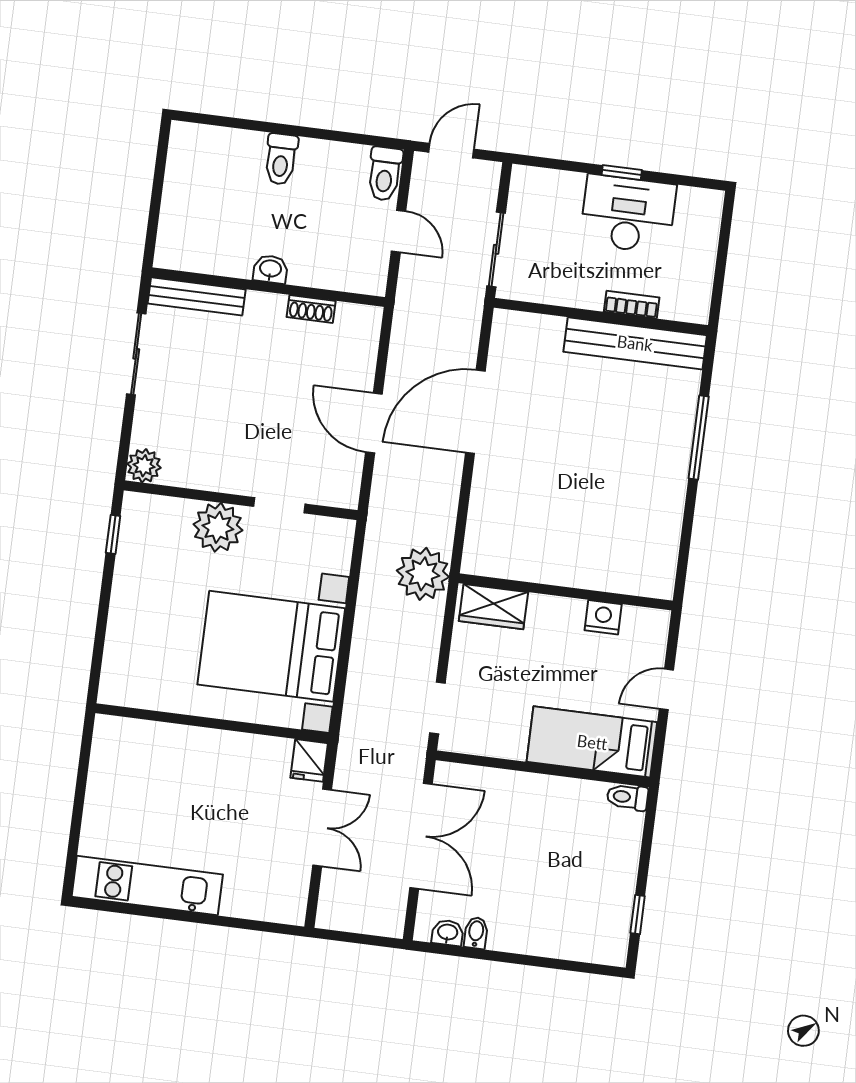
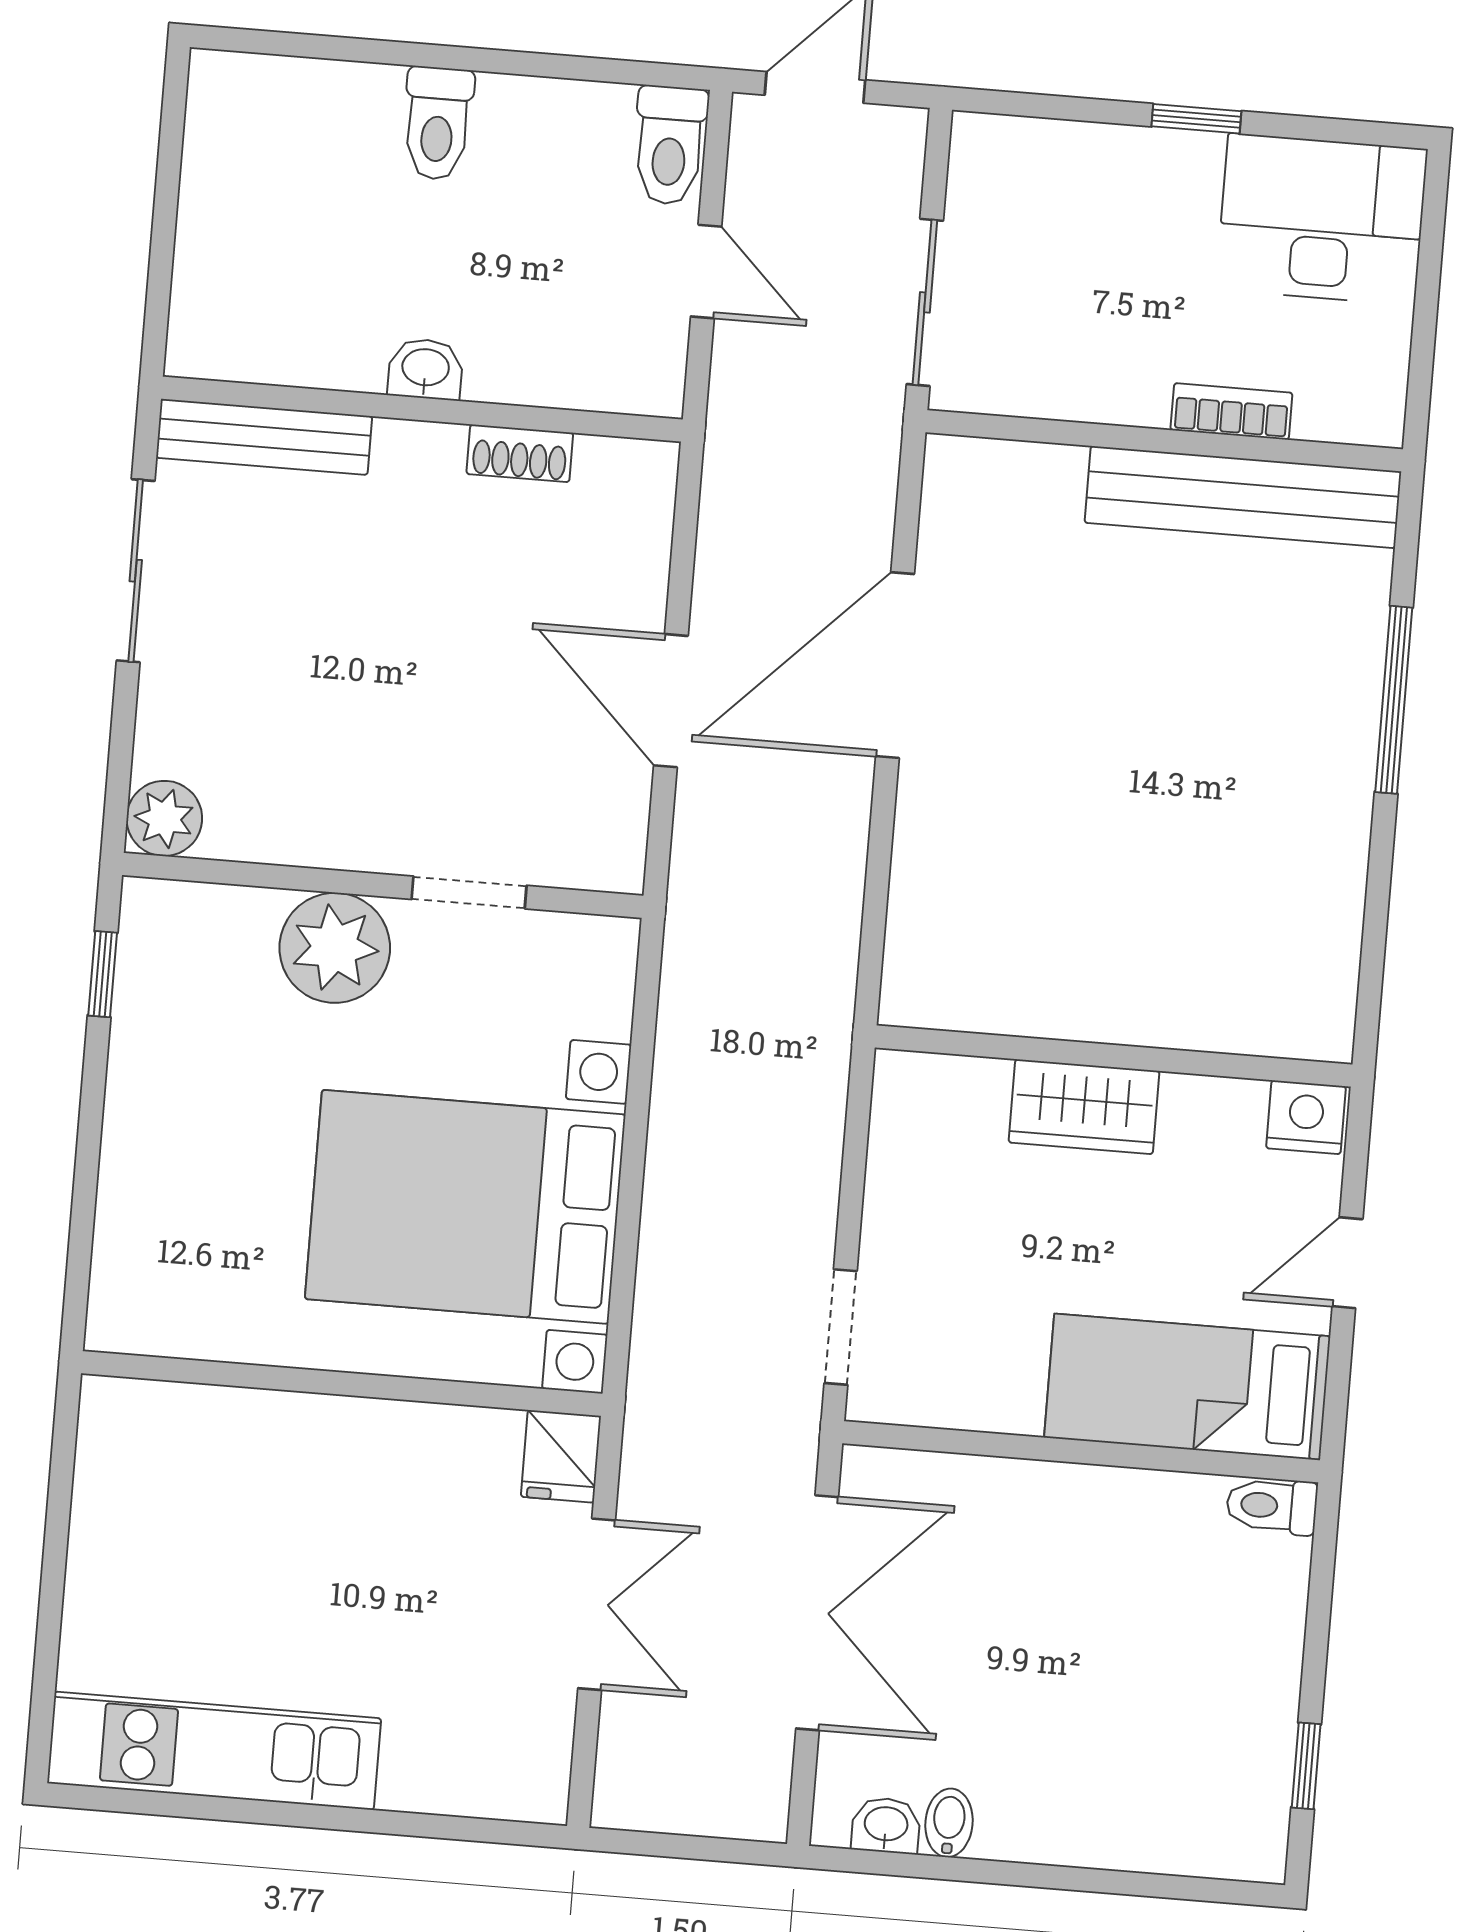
desk: (628, 214) -> (1322, 219), moved
plant: (423, 574) -> (795, 1030), removed
wardrobe: (493, 607) -> (1084, 1107), moved
nightstand: (603, 617) -> (1306, 1117), moved

